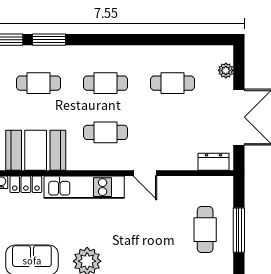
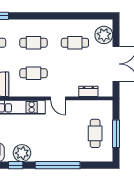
plant: (226, 70) -> (104, 35), width x1.87, depth x1.87
dresser: (214, 162) -> (88, 91), moved

